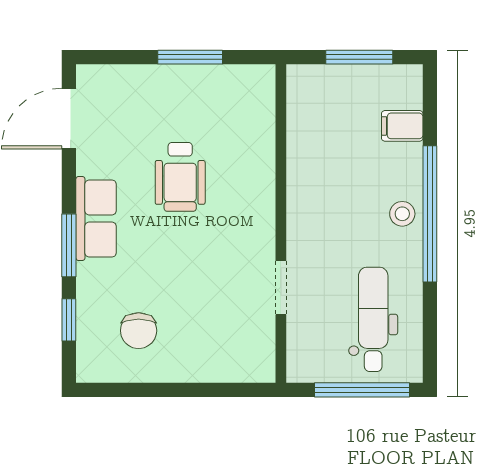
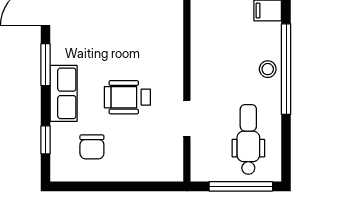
wheelchair: (180, 177) -> (127, 97), moved, turned 90
row of seats: (96, 218) -> (64, 93), moved
window: (69, 245) -> (46, 65), moved

